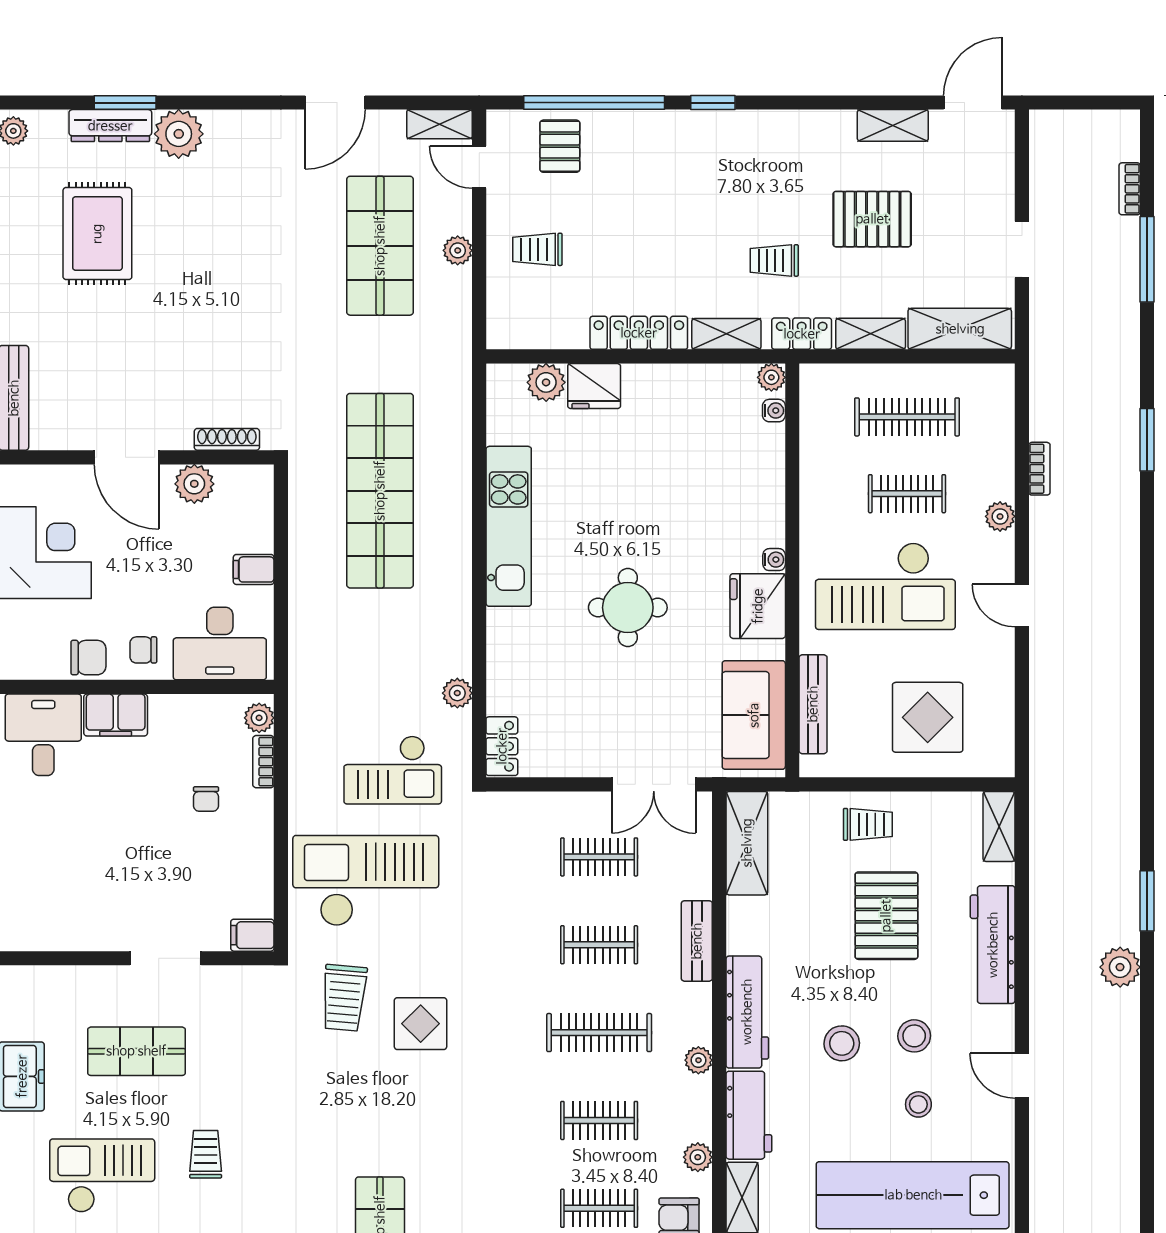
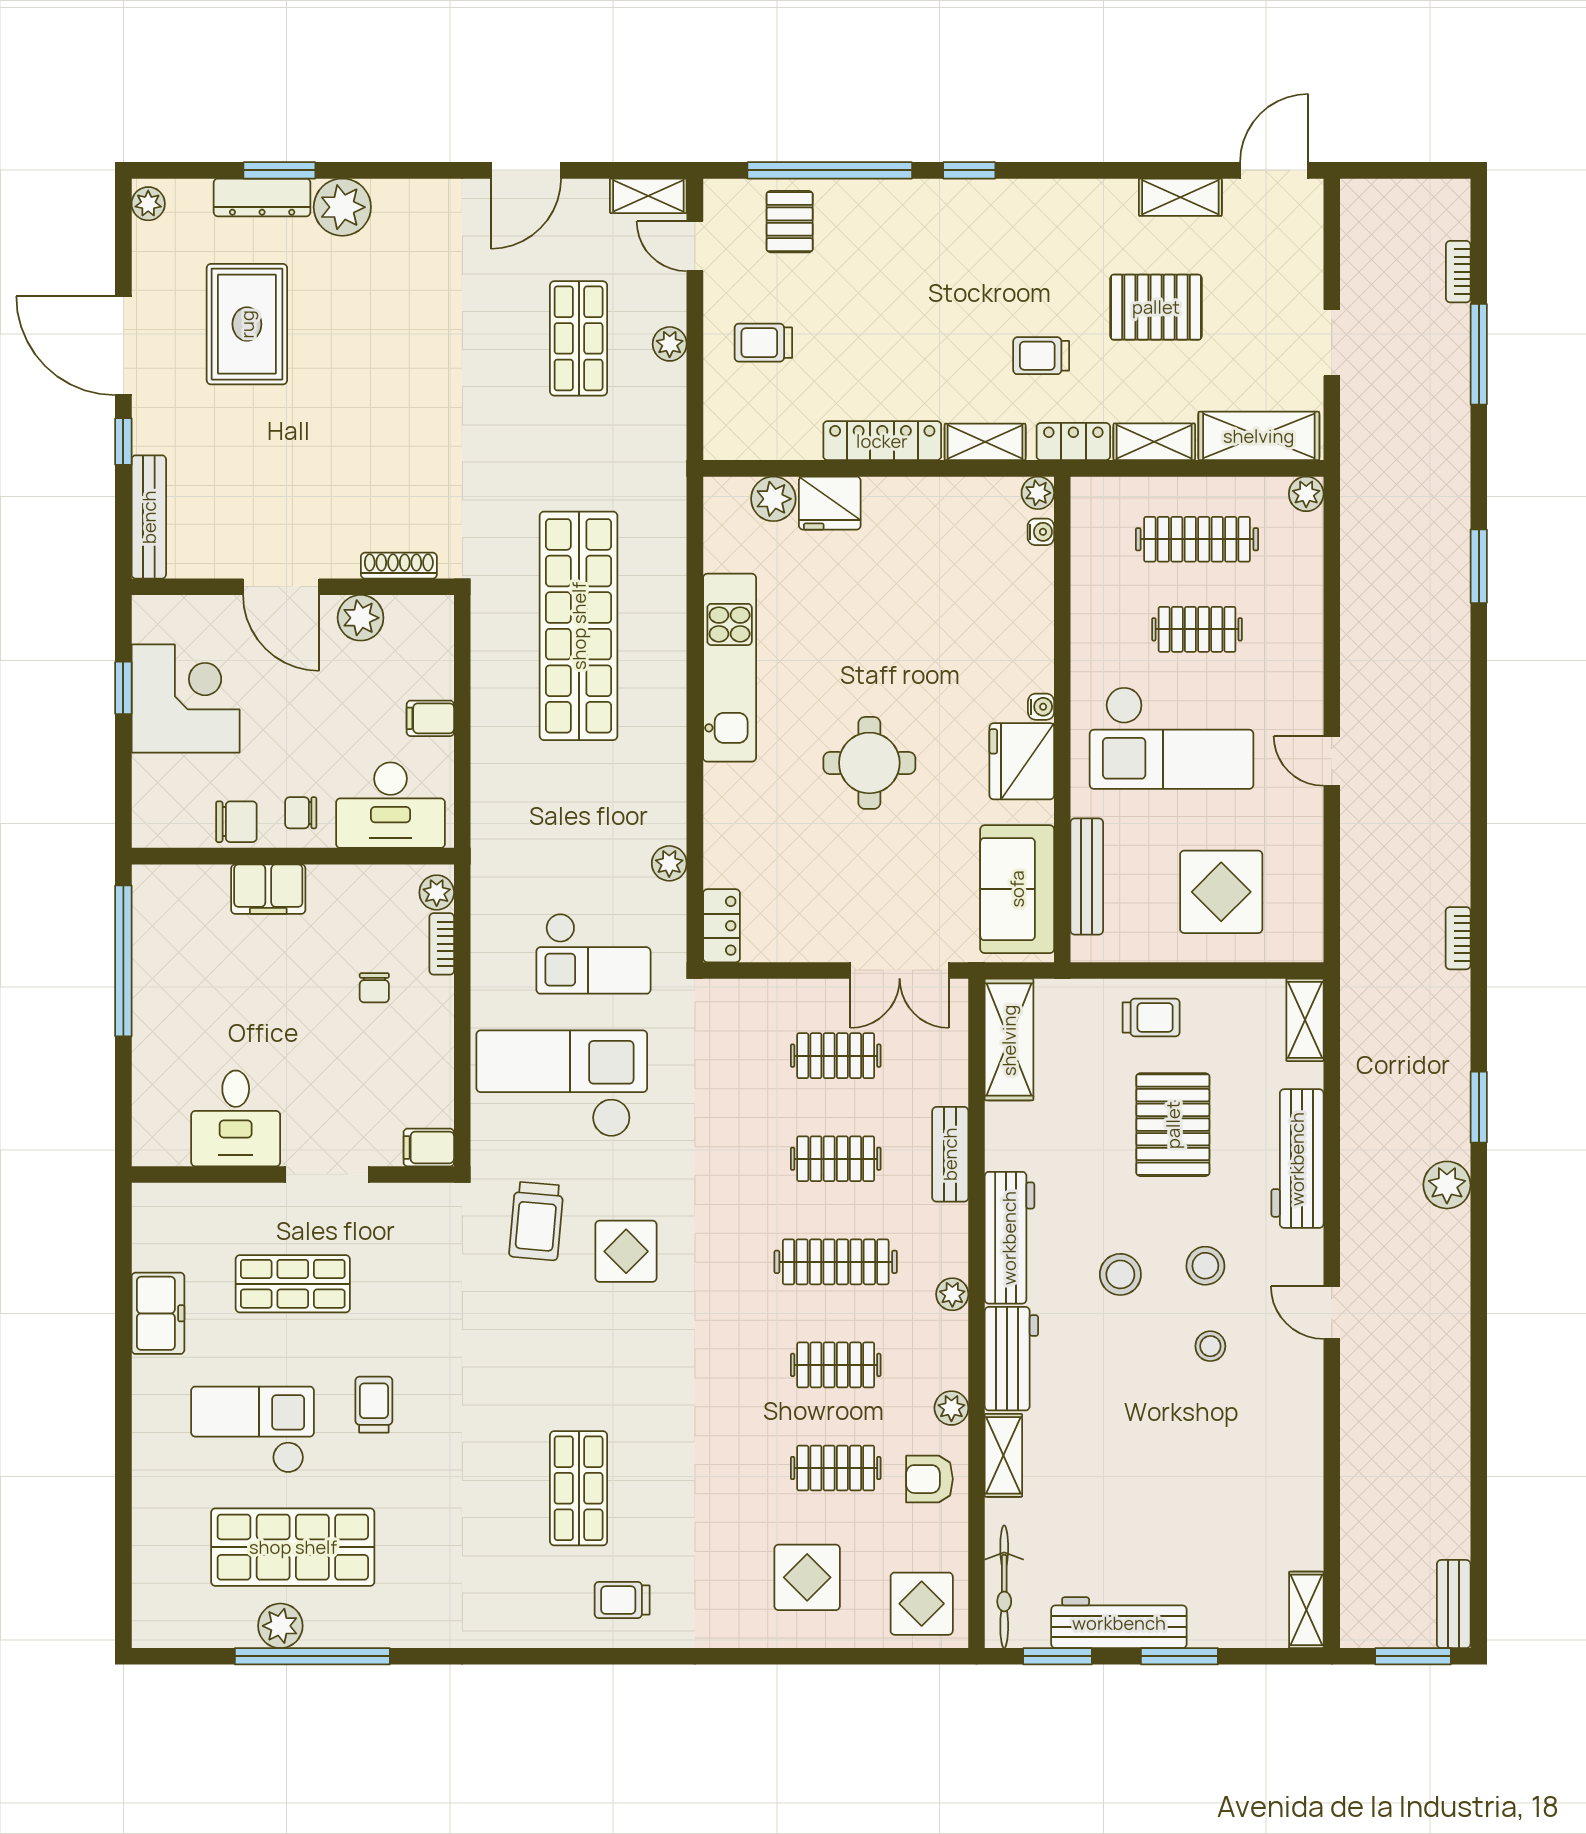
shop shelf: (380, 246) -> (579, 338), width x0.70, depth x0.74
bookcase: (1039, 469) -> (1458, 938), moved, turned 180
plant: (1000, 516) -> (1306, 494), moved
desk: (43, 735) -> (236, 1118), moved, turned 180
lab bench: (913, 1195) -> (1203, 1453), removed

